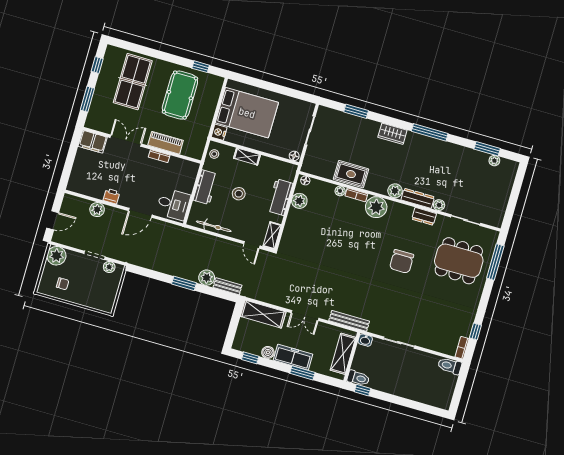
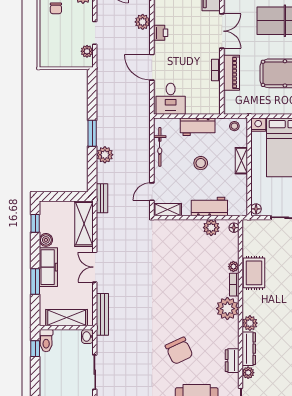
chair: (402, 261) -> (179, 351), turned -115
bench: (228, 286) -> (102, 198), moved

